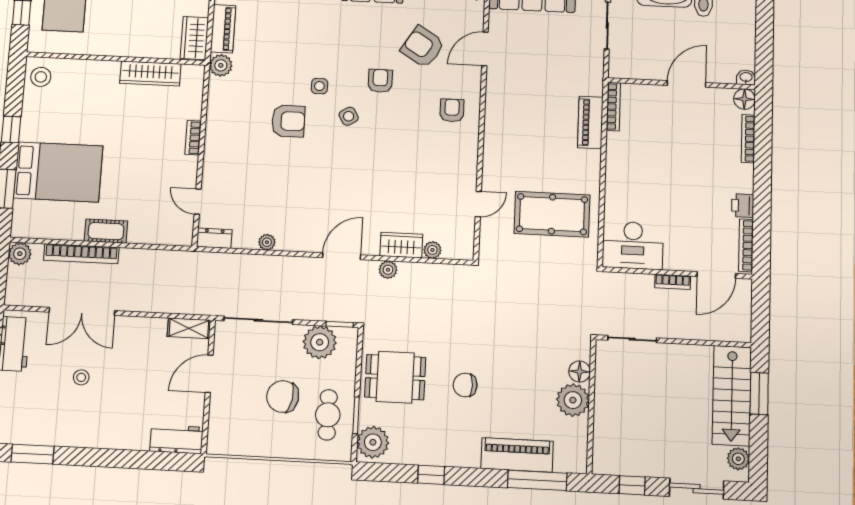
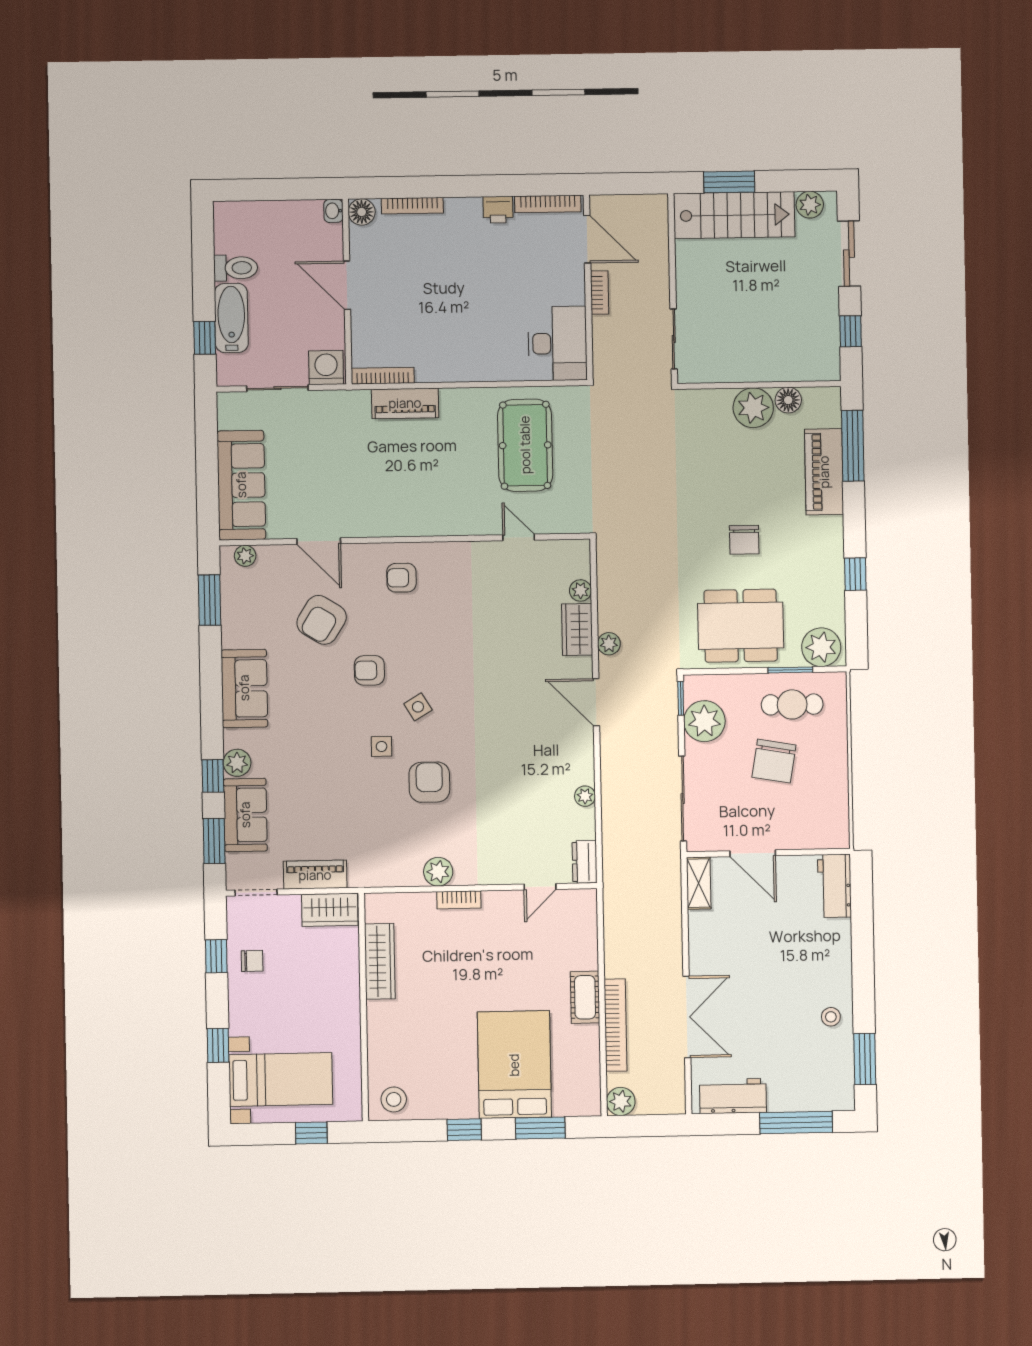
washing machine: (622, 63) -> (326, 368), added
plant: (221, 65) -> (438, 872), moved
floor lamp: (580, 372) -> (788, 400), moved
stool: (81, 377) -> (831, 1017), moved
dining table: (395, 377) -> (741, 626), width x1.38

